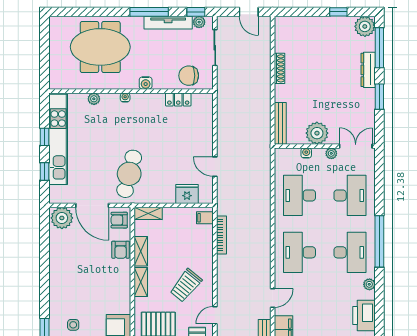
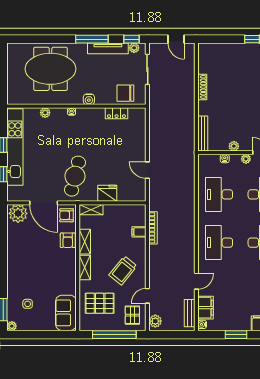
plant: (317, 133) -> (234, 146), width x0.53, depth x0.53
fridge: (187, 194) -> (107, 193), moved
filing cabinet: (205, 218) -> (139, 232), moved

